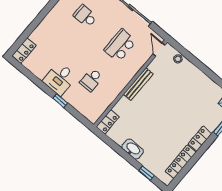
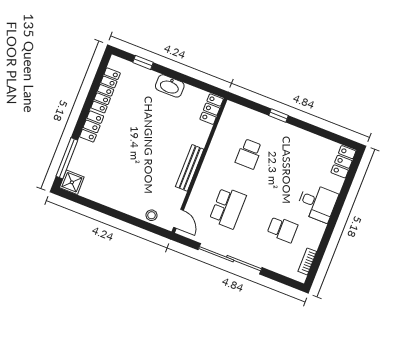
desk: (60, 79) -> (317, 203), moved, turned 90
school desk: (91, 80) -> (249, 154), turned 180

